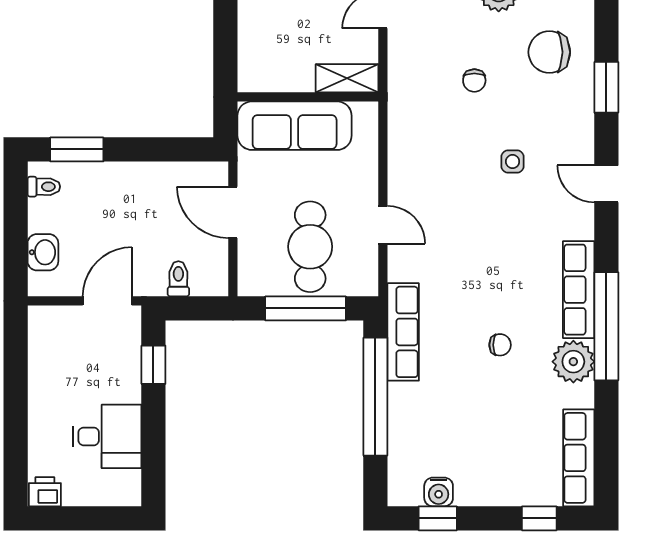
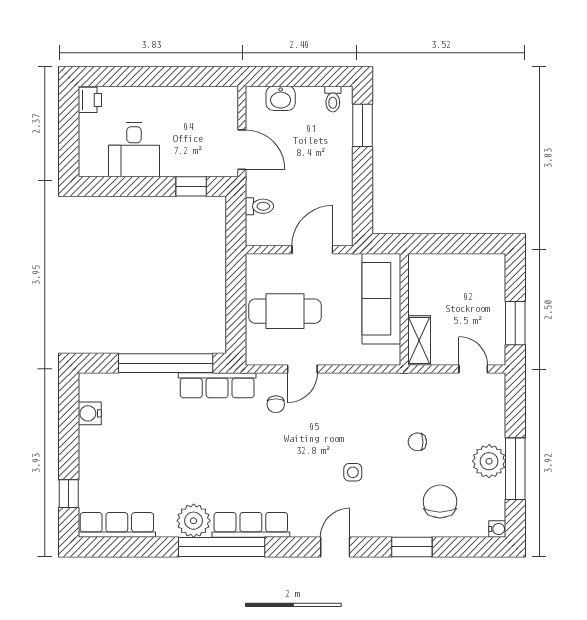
window: (306, 308) -> (236, 307), removed
chair: (500, 345) -> (276, 404), moved
window: (438, 518) -> (69, 413), removed

